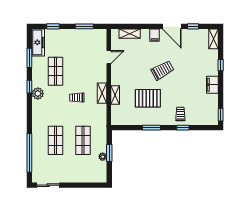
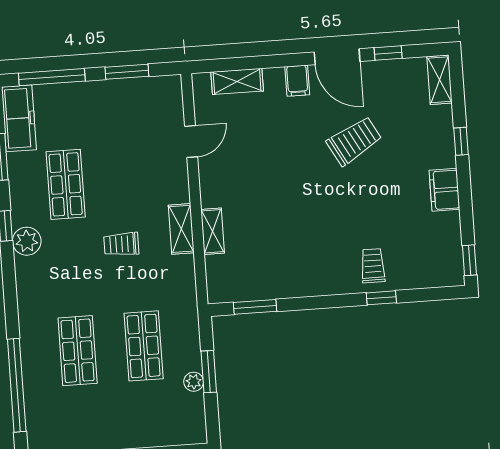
window: (53, 26) -> (52, 77), width x2.17
trolley: (163, 70) -> (354, 141), moved
pallet: (148, 98) -> (292, 234), removed
window: (151, 128) -> (255, 307), moved

